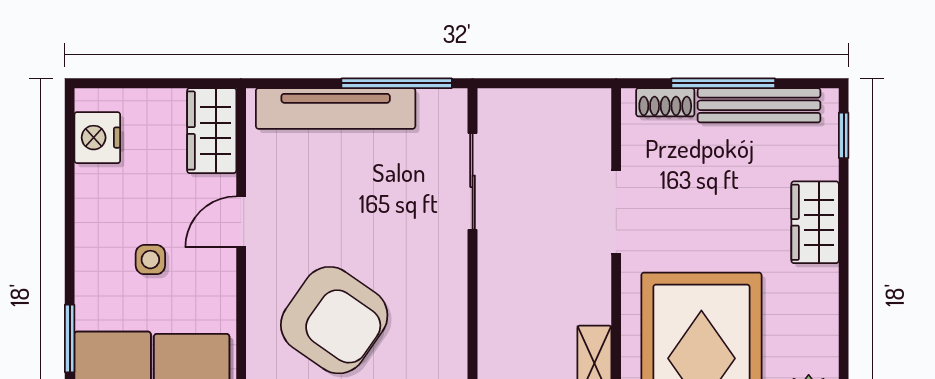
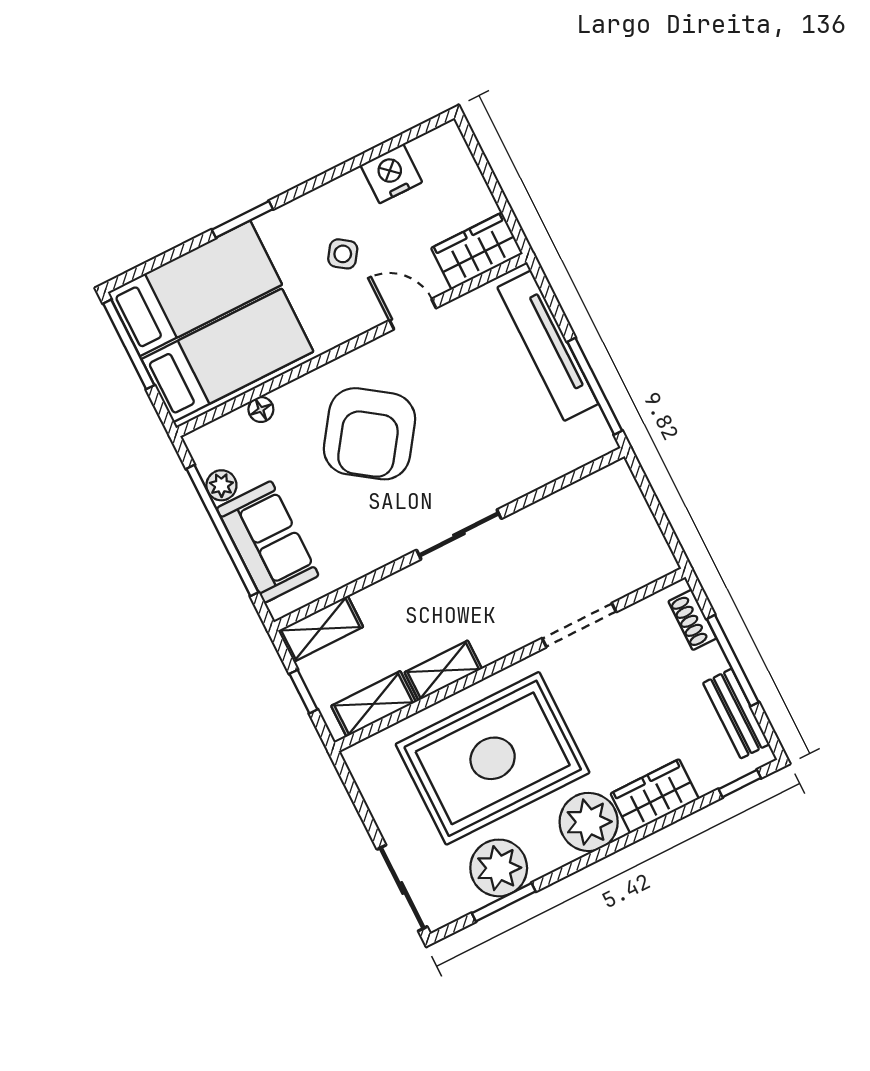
bench: (759, 105) -> (736, 714), width x0.73
nightstand: (97, 138) -> (391, 174), moved
sliding door: (473, 181) -> (459, 534), moved
side table: (150, 260) -> (343, 254), turned 35
plant: (808, 297) -> (589, 822), added

